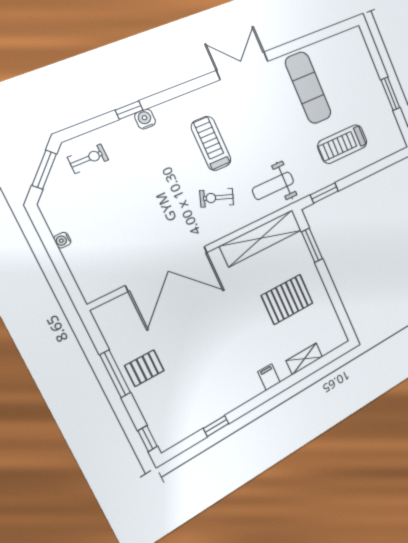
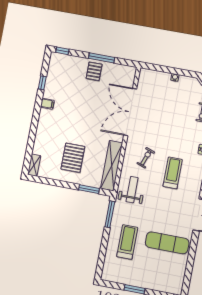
treadmill: (211, 143) -> (173, 173), turned -90
window: (324, 193) -> (110, 214), width x1.44
shelving: (304, 359) -> (34, 165), moved
filing cabinet: (269, 377) -> (47, 104), moved

